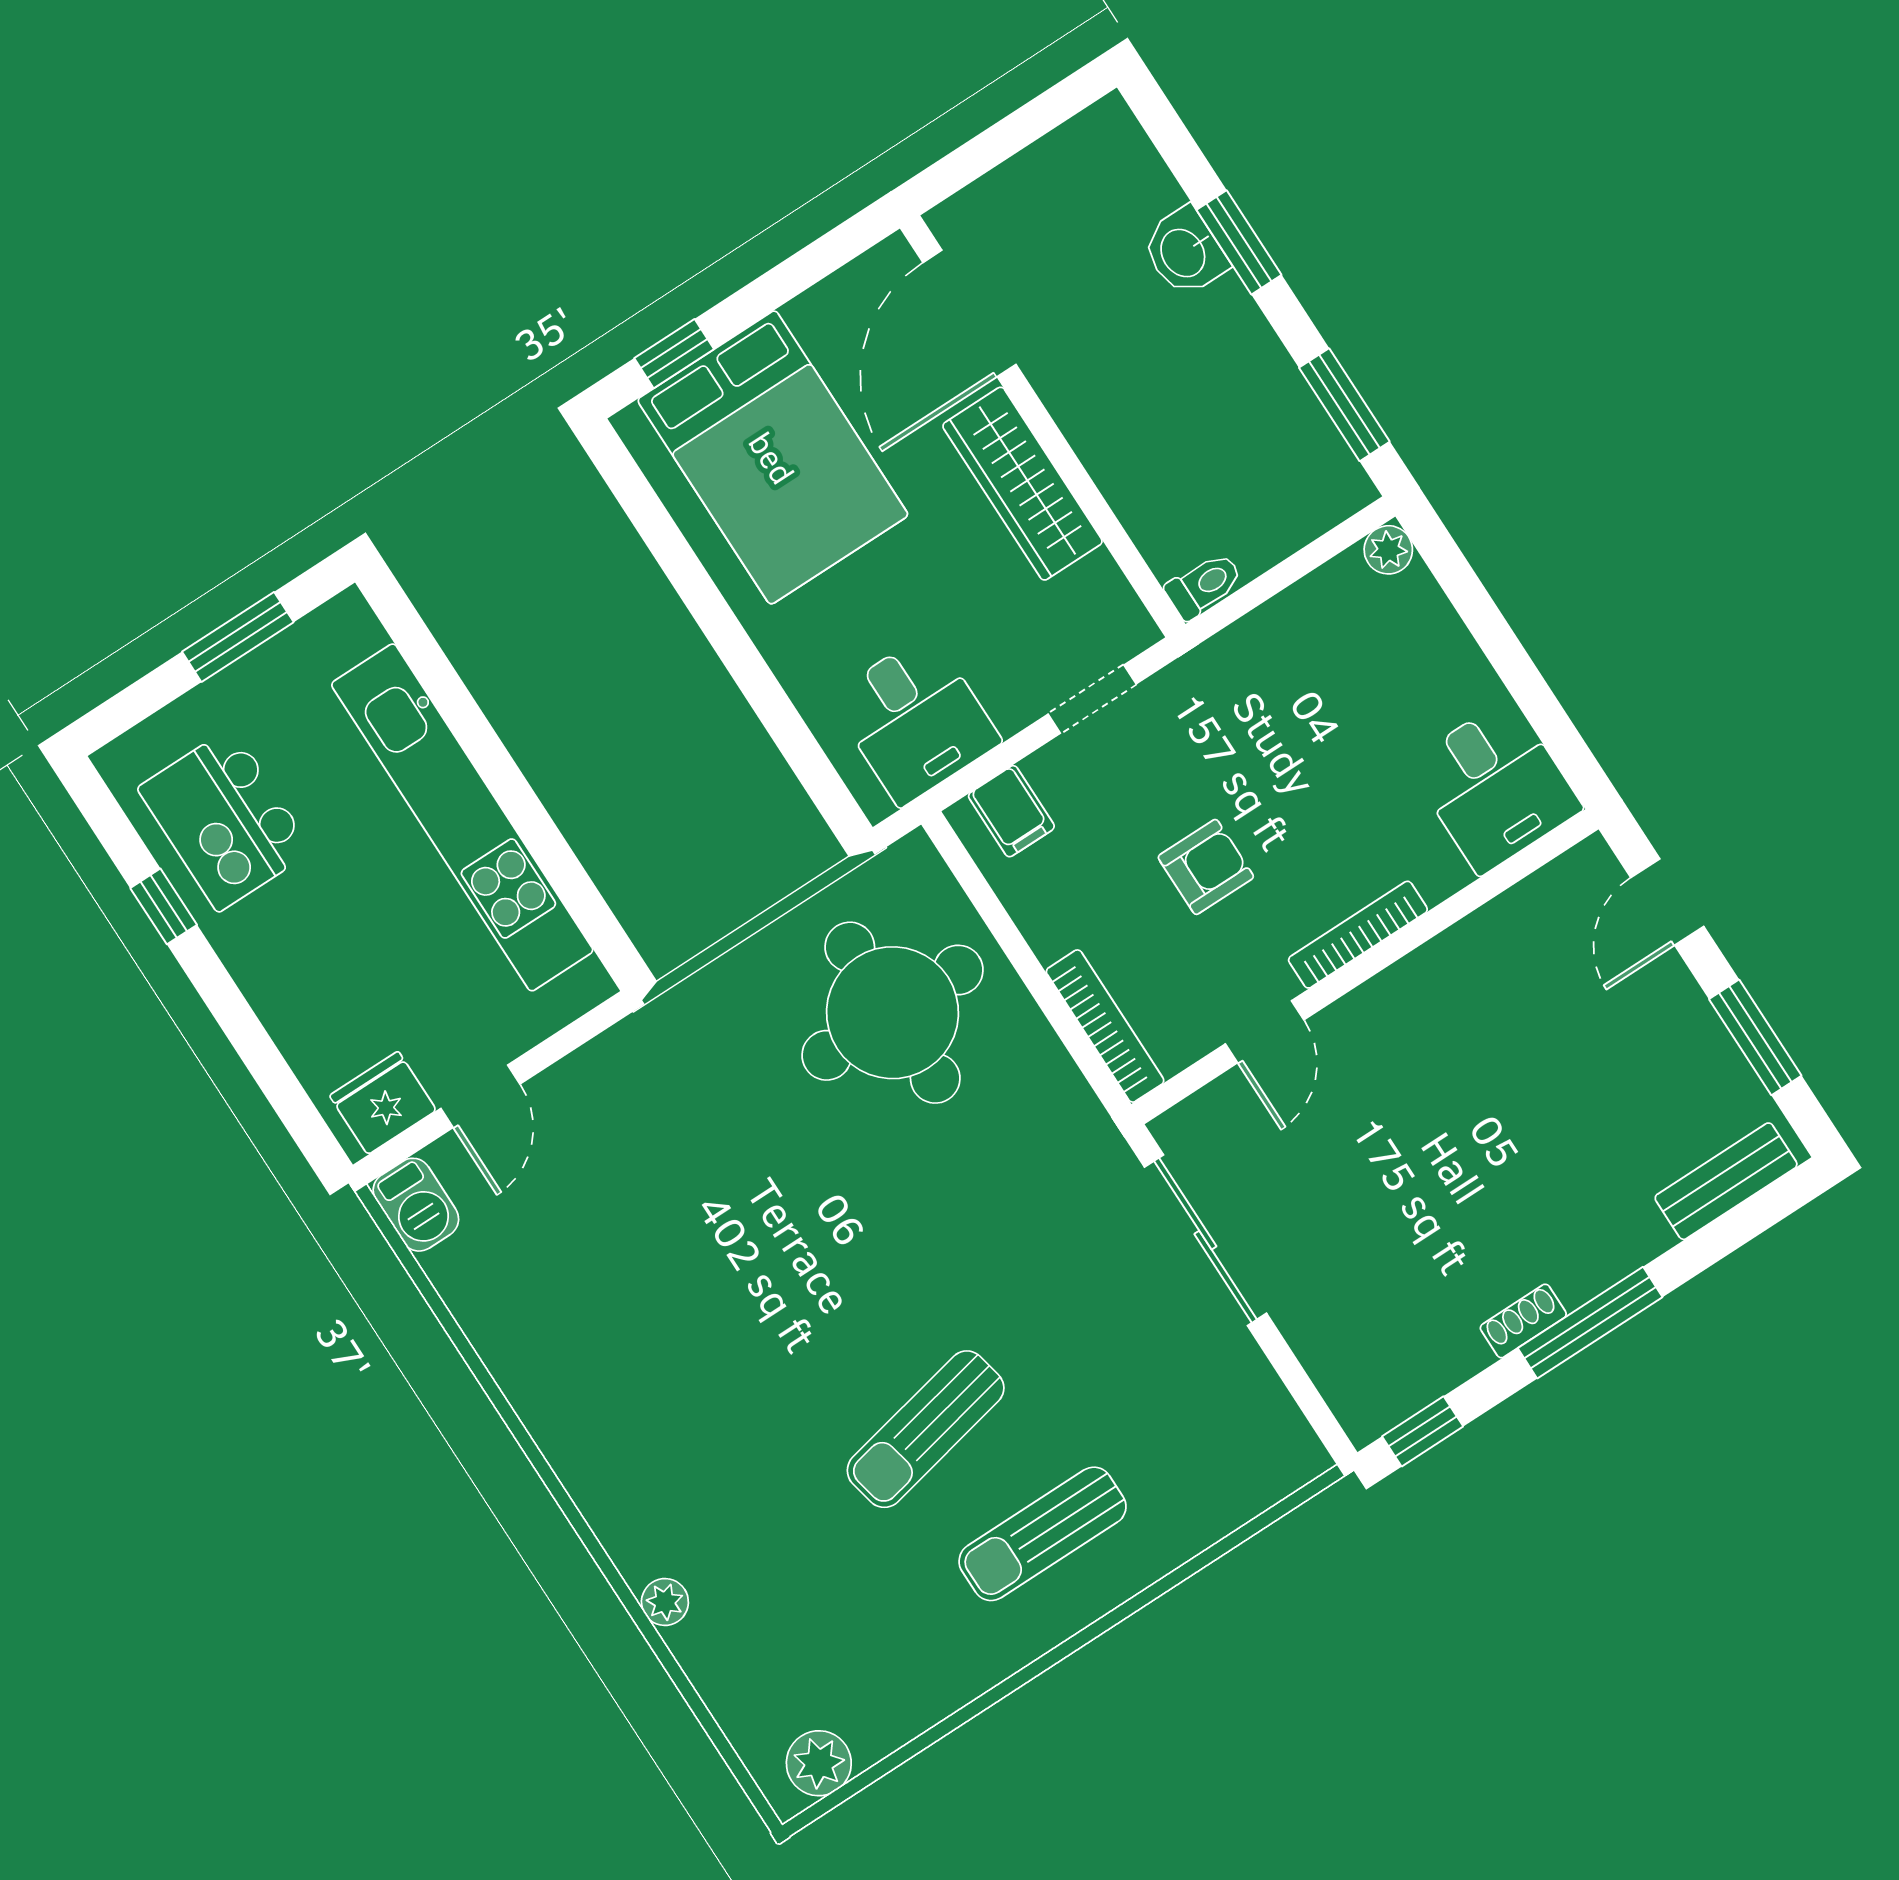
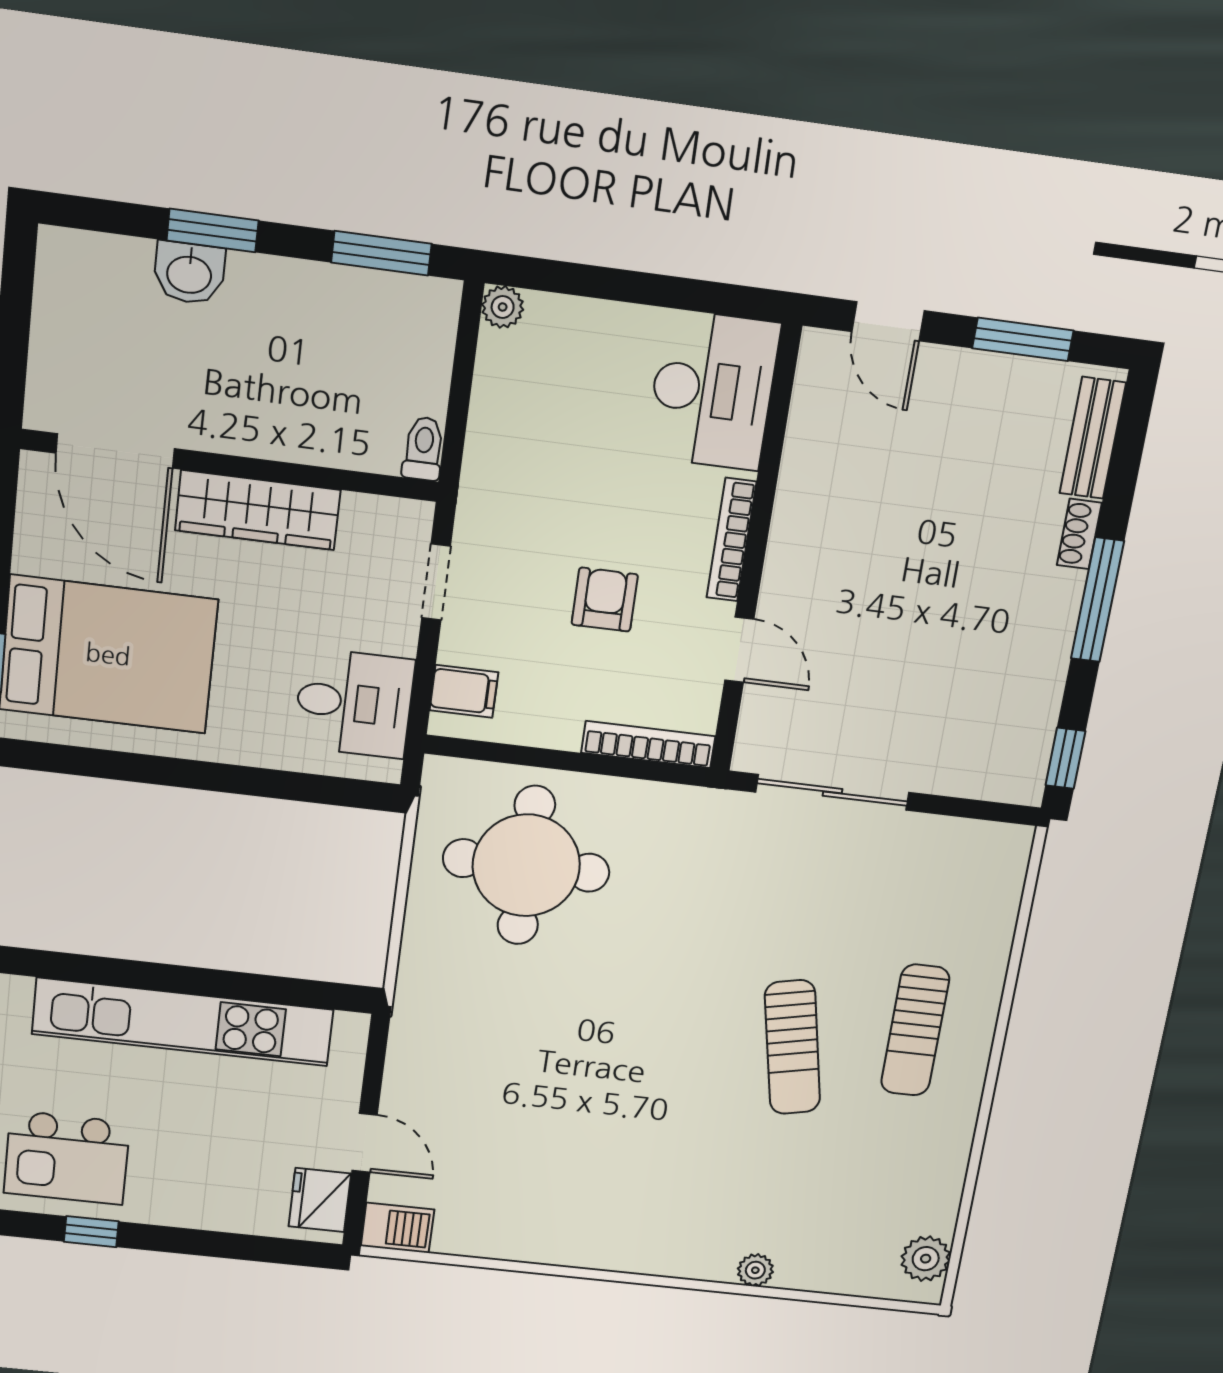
desk: (1495, 786) -> (712, 390), width x1.37
shoe rack: (1523, 1321) -> (1079, 534), moved

